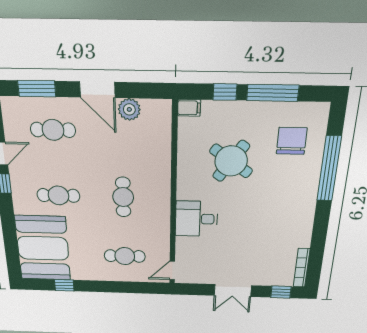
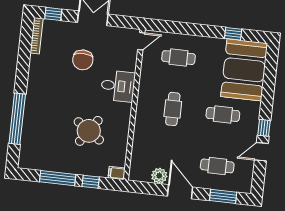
chair: (292, 141) -> (83, 60), moved

